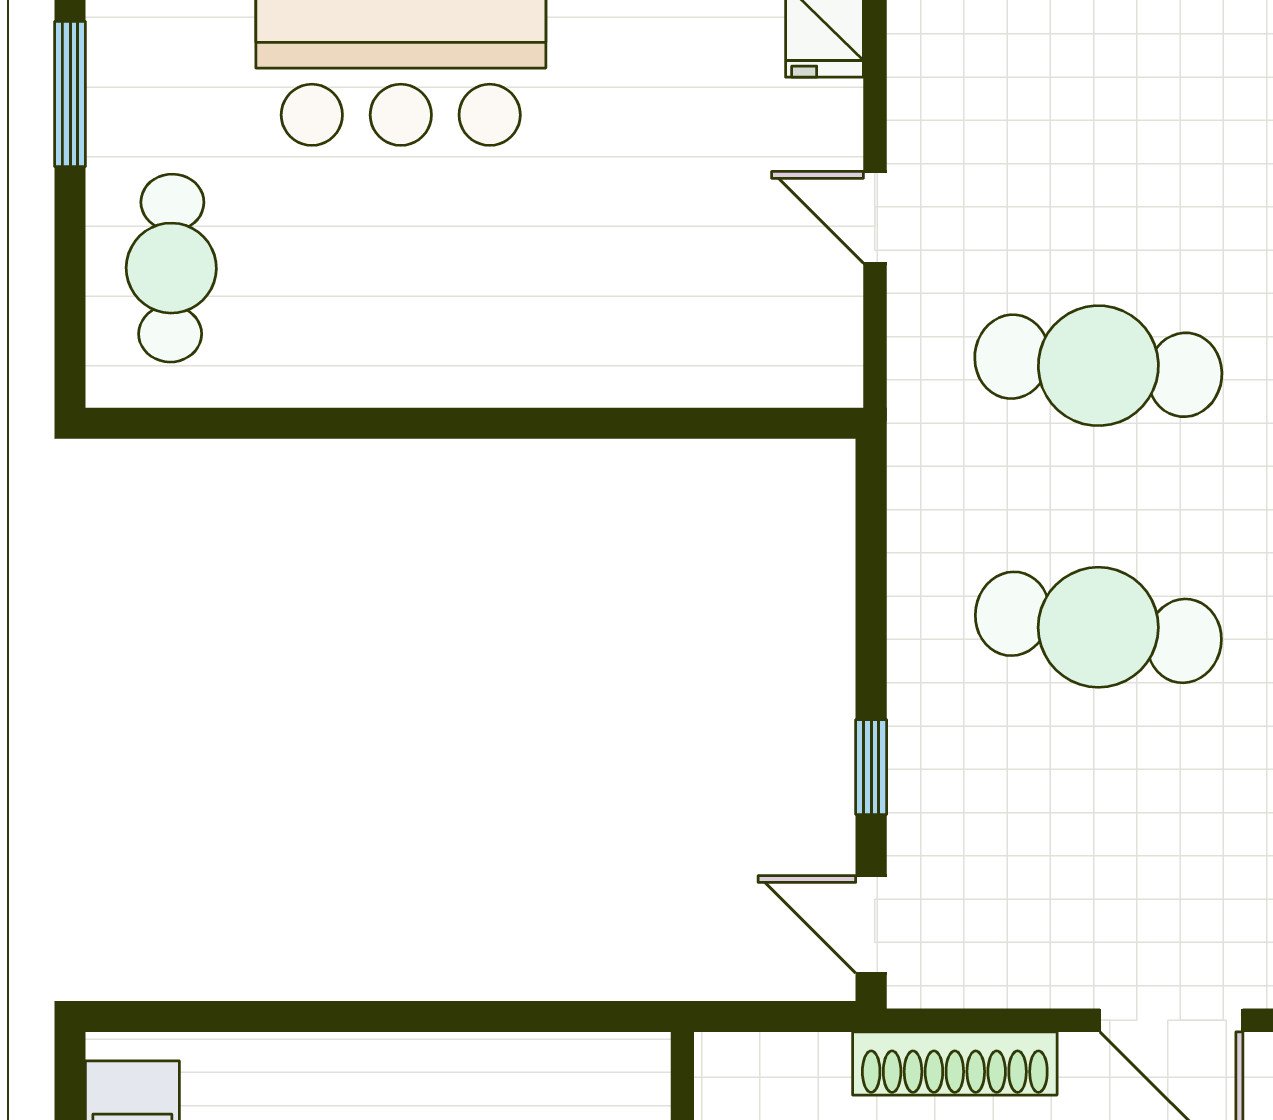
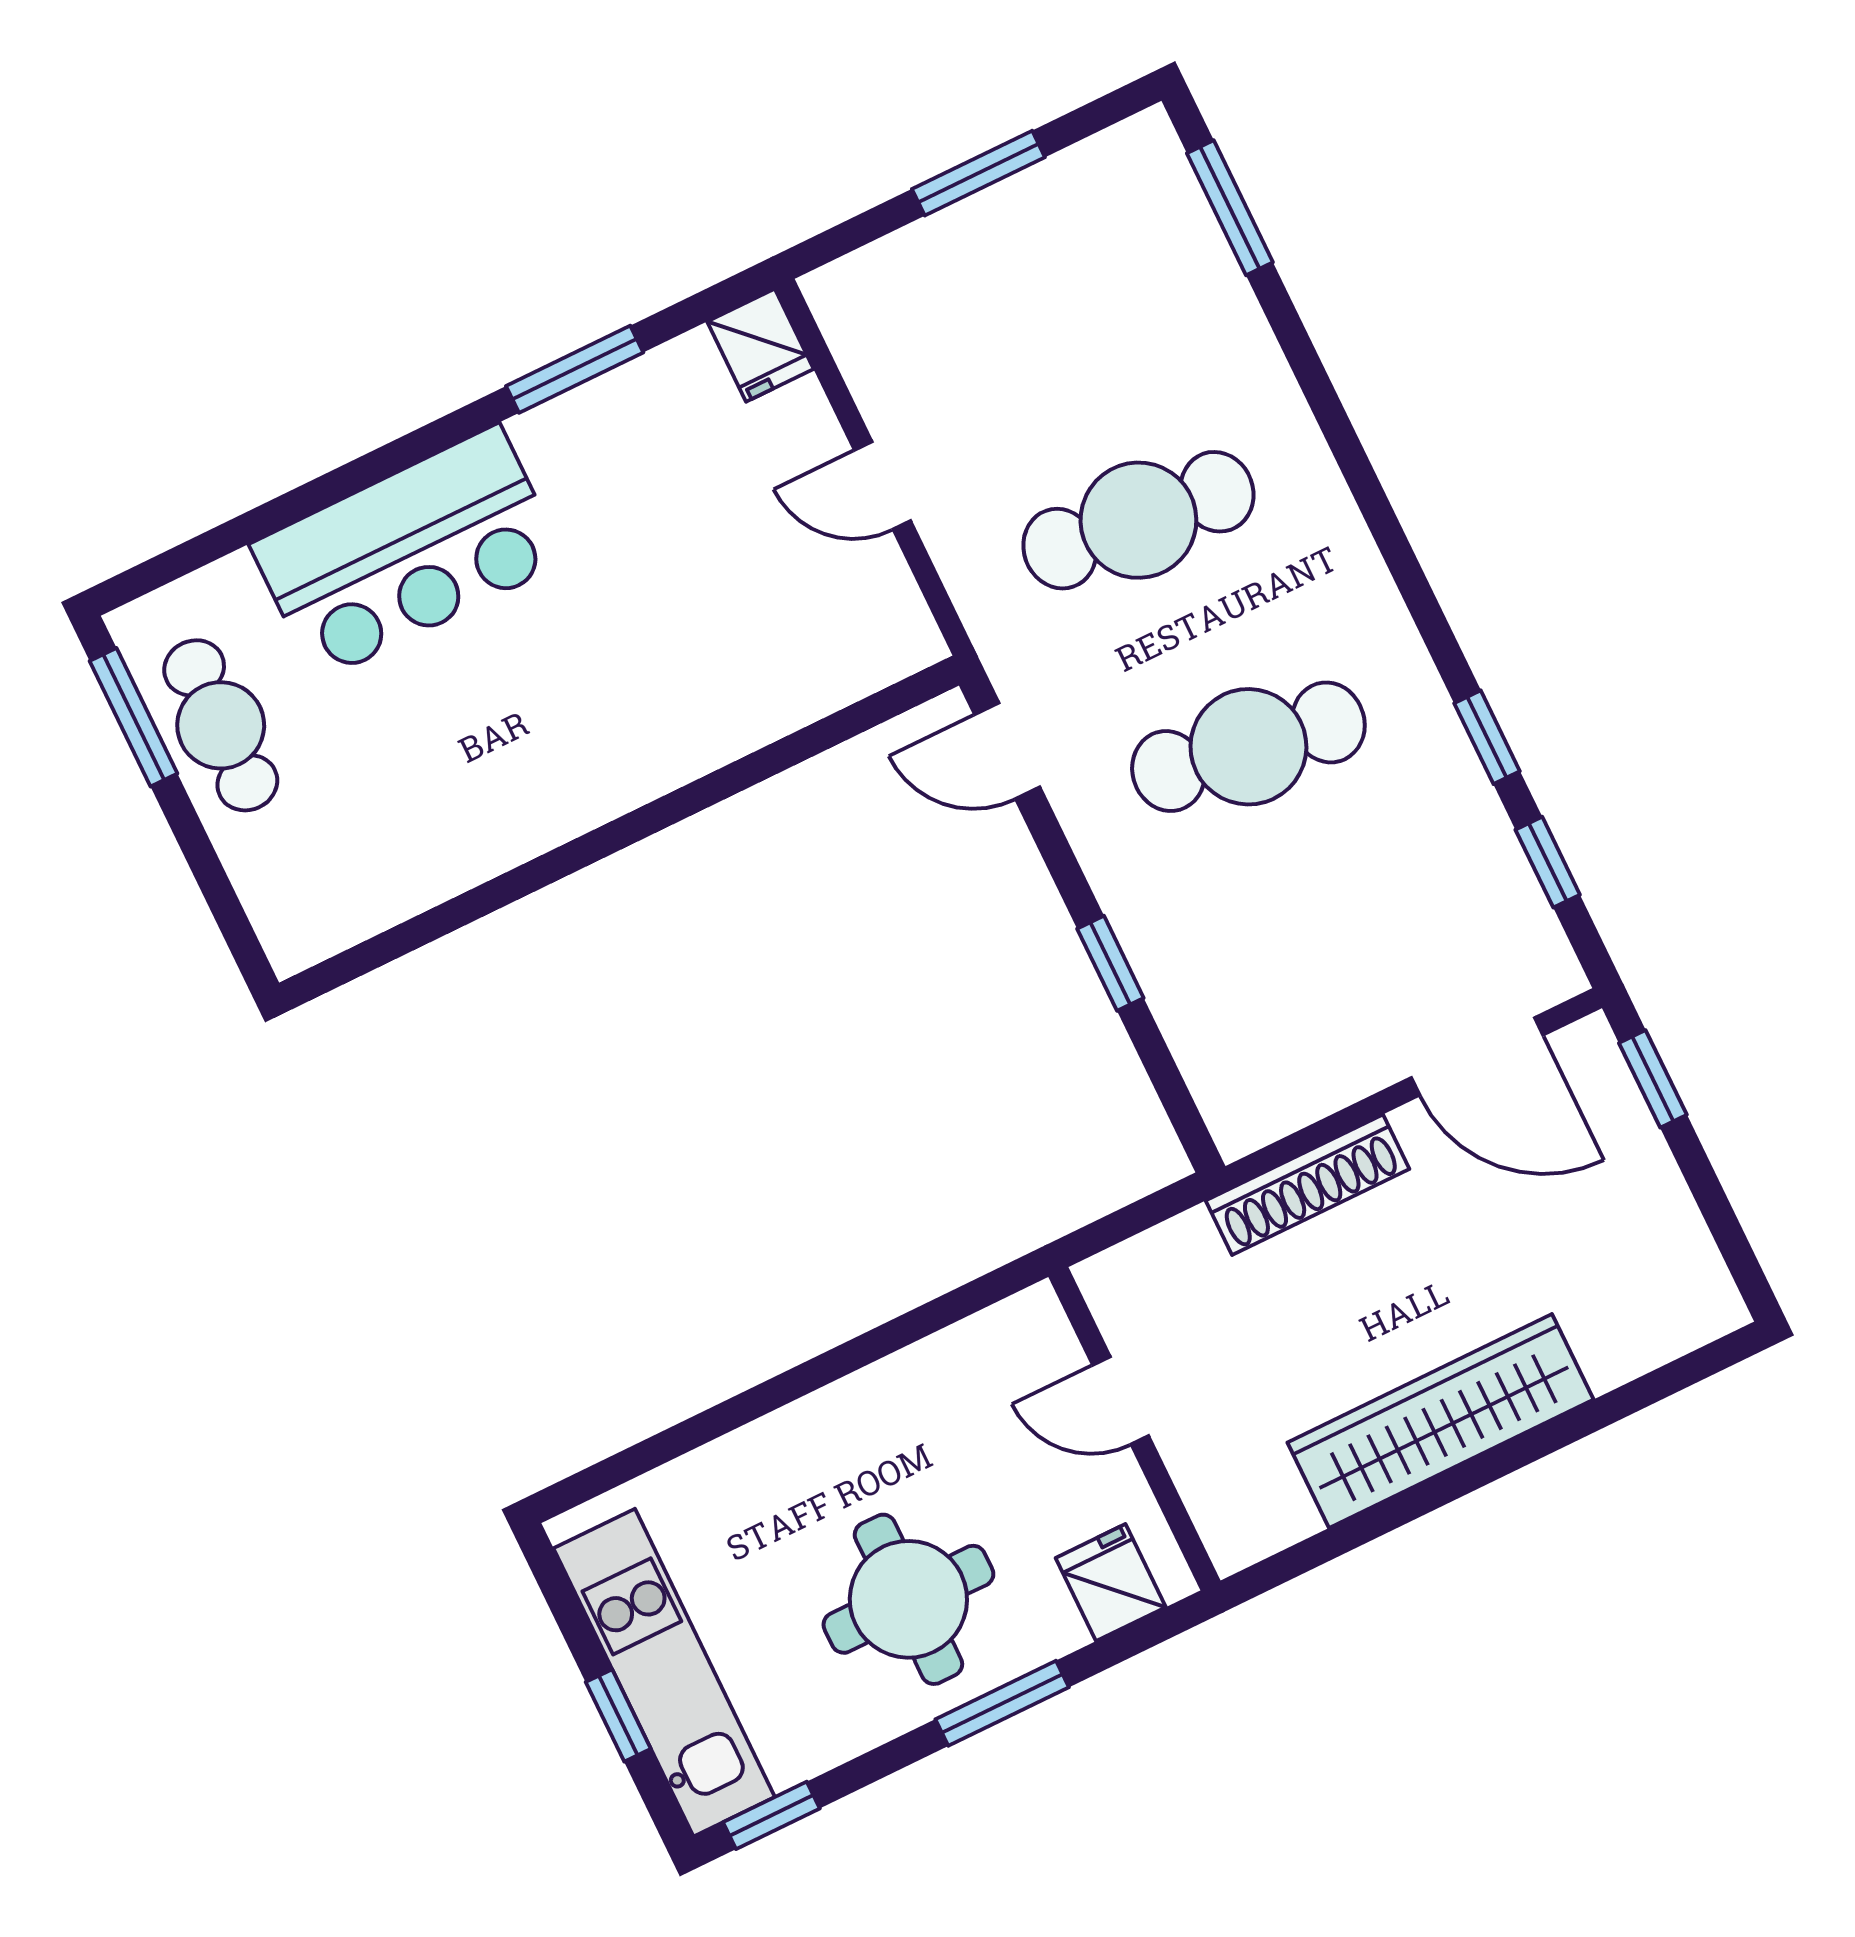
cafe table: (171, 268) -> (221, 725), moved
door: (871, 924) -> (1007, 751), moved

